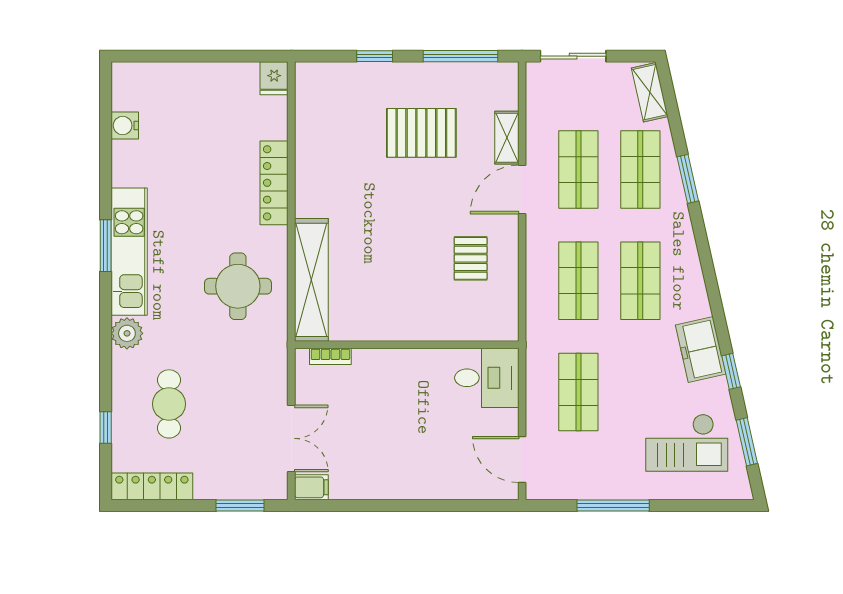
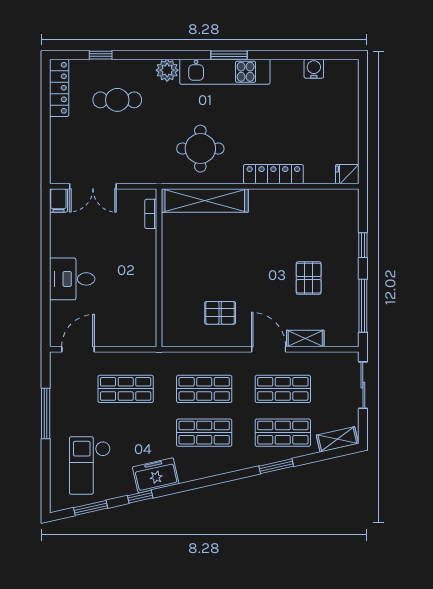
pallet: (421, 133) -> (309, 278), width x0.67, depth x0.71
desk: (487, 378) -> (72, 279), moved, turned 90
window: (240, 505) -> (46, 150), removed

